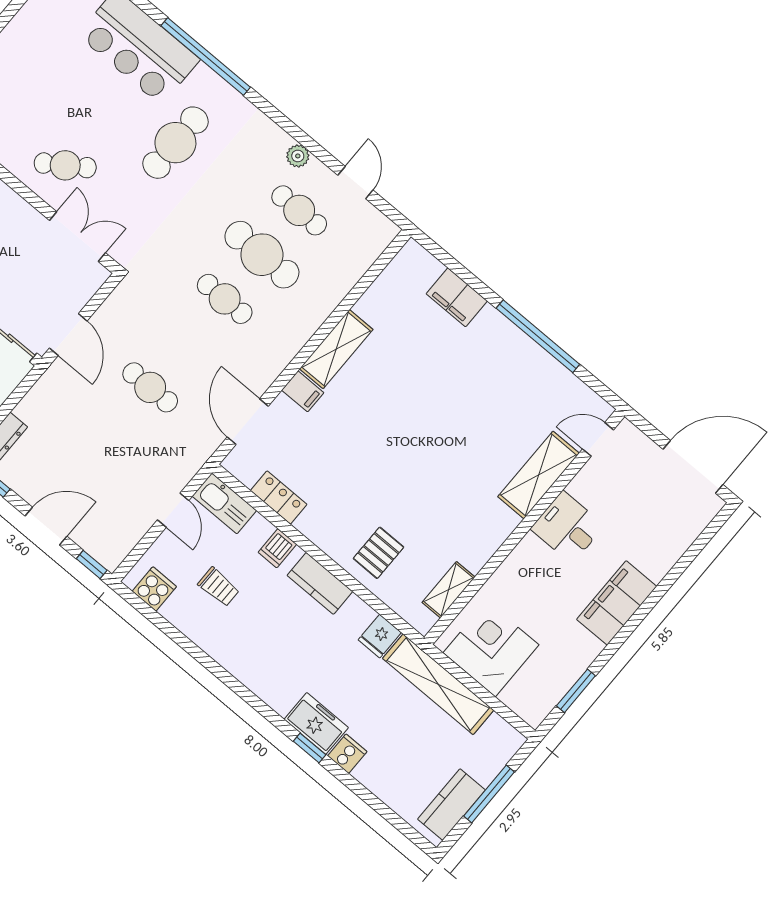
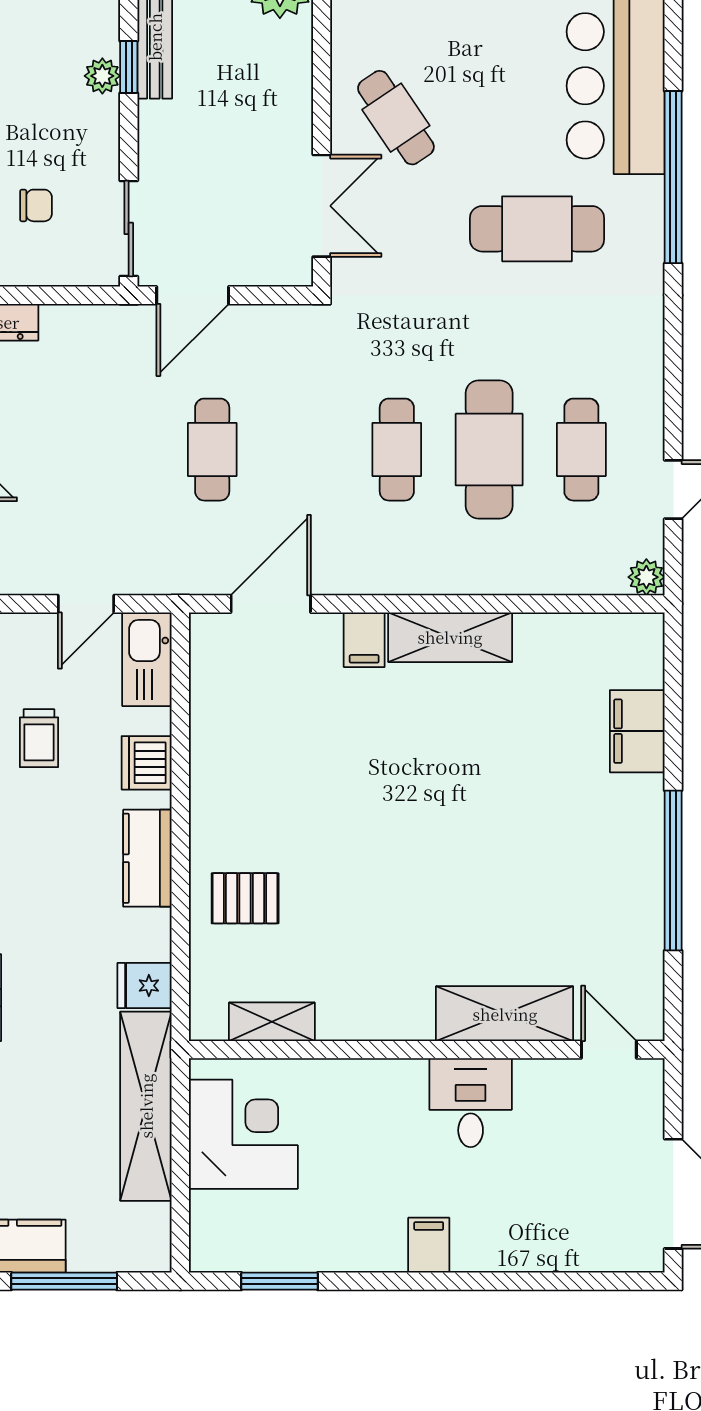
plant: (298, 156) -> (646, 577), moved
locker: (279, 497) -> (210, 720), removed
dishwasher: (277, 548) -> (147, 763), width x1.38
filing cabinet: (617, 603) -> (429, 1245), width x0.33, depth x0.86

